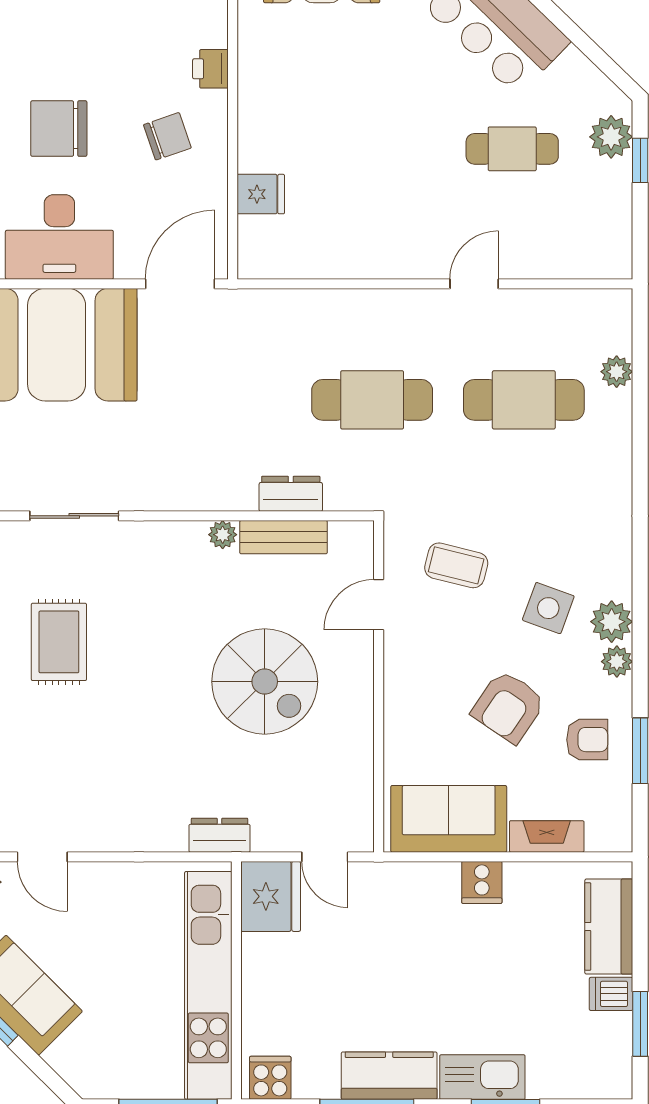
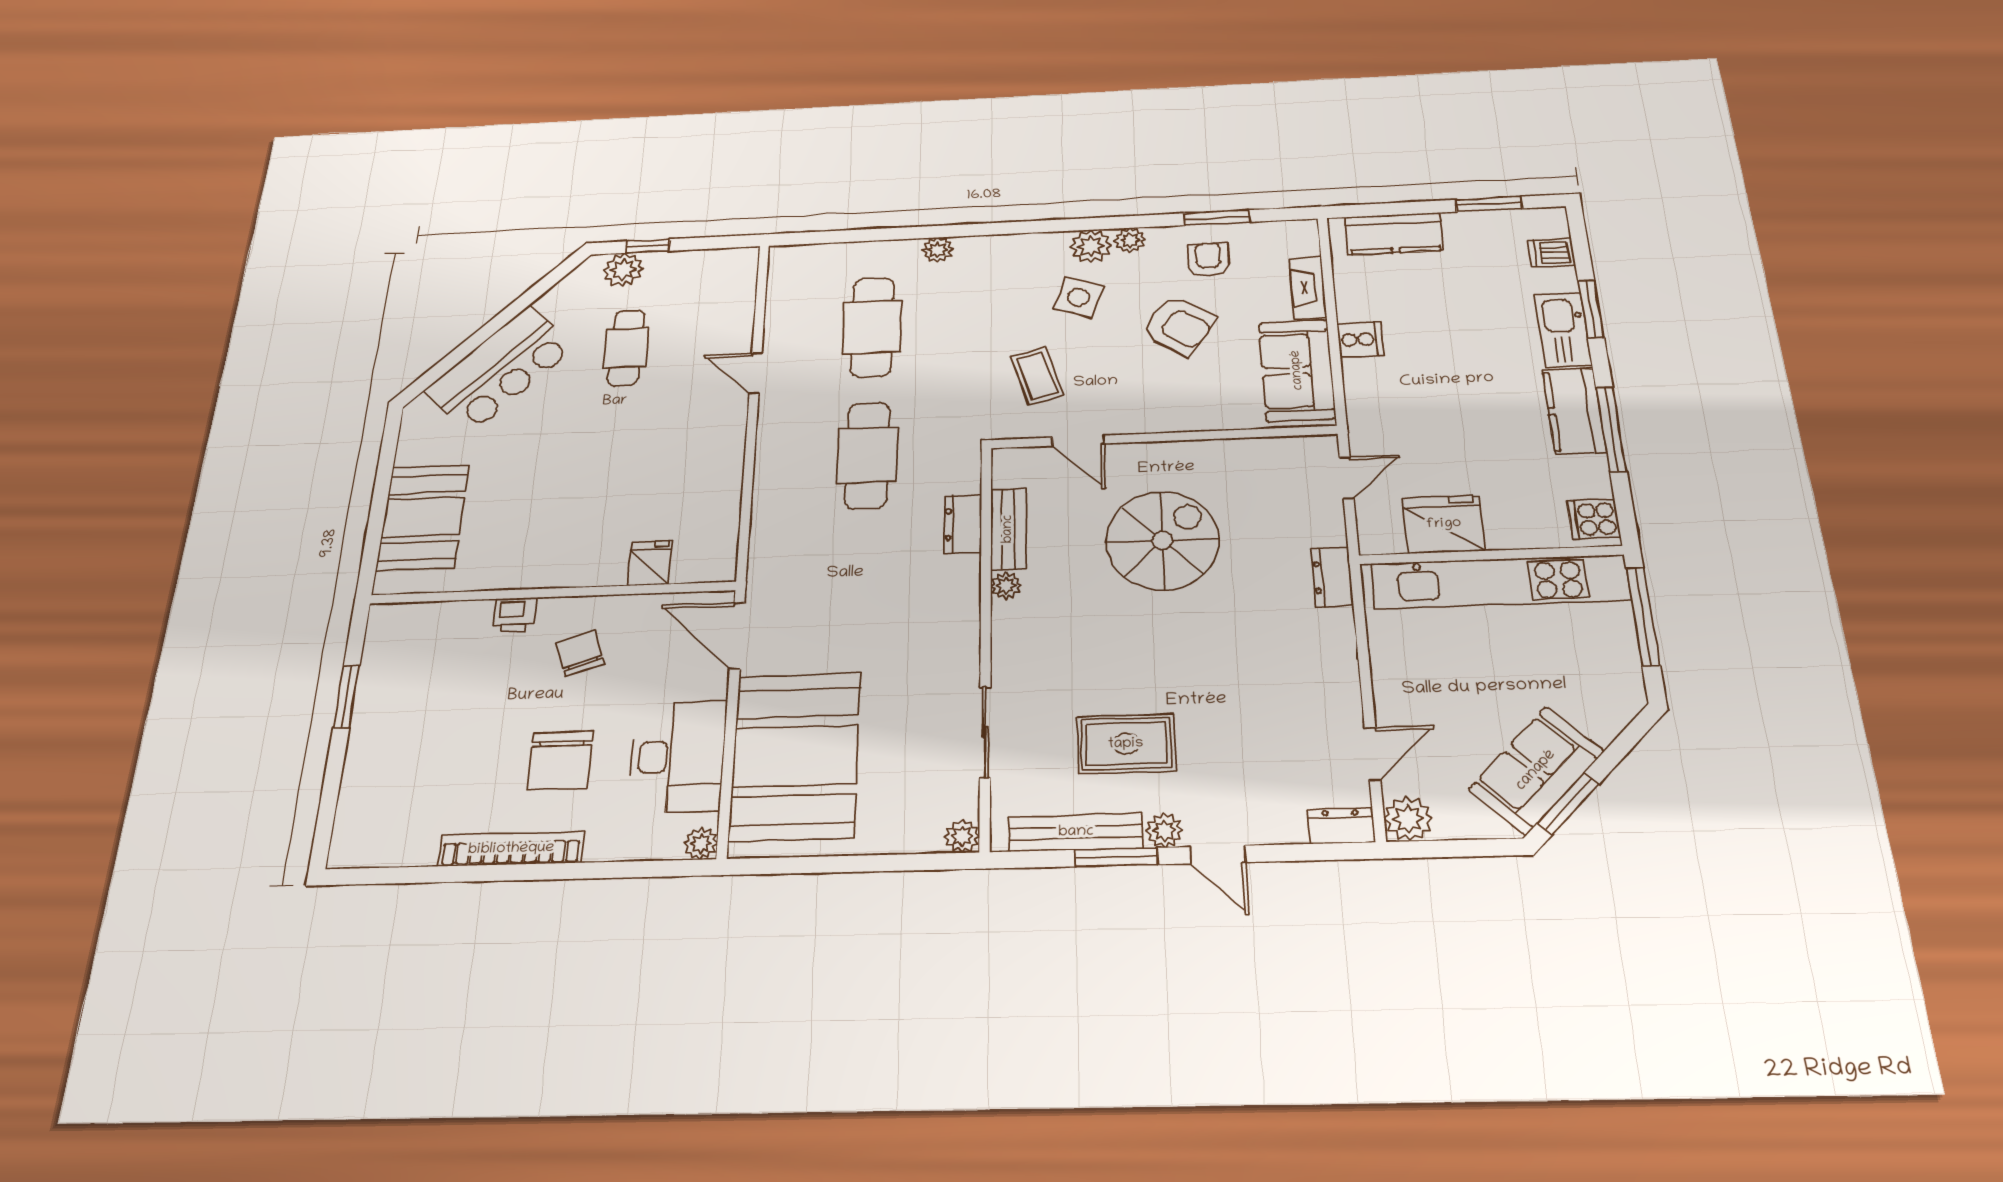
plant: (617, 372) -> (938, 250), moved
coffee table: (456, 565) -> (1037, 376), turned -31
fridge: (271, 896) -> (1444, 524), moved
dishwasher: (611, 994) -> (1551, 253), moved, turned 90

